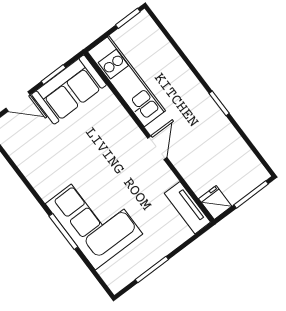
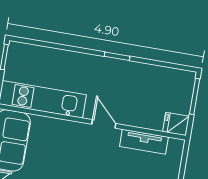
tv unit: (187, 208) -> (144, 142), moved

